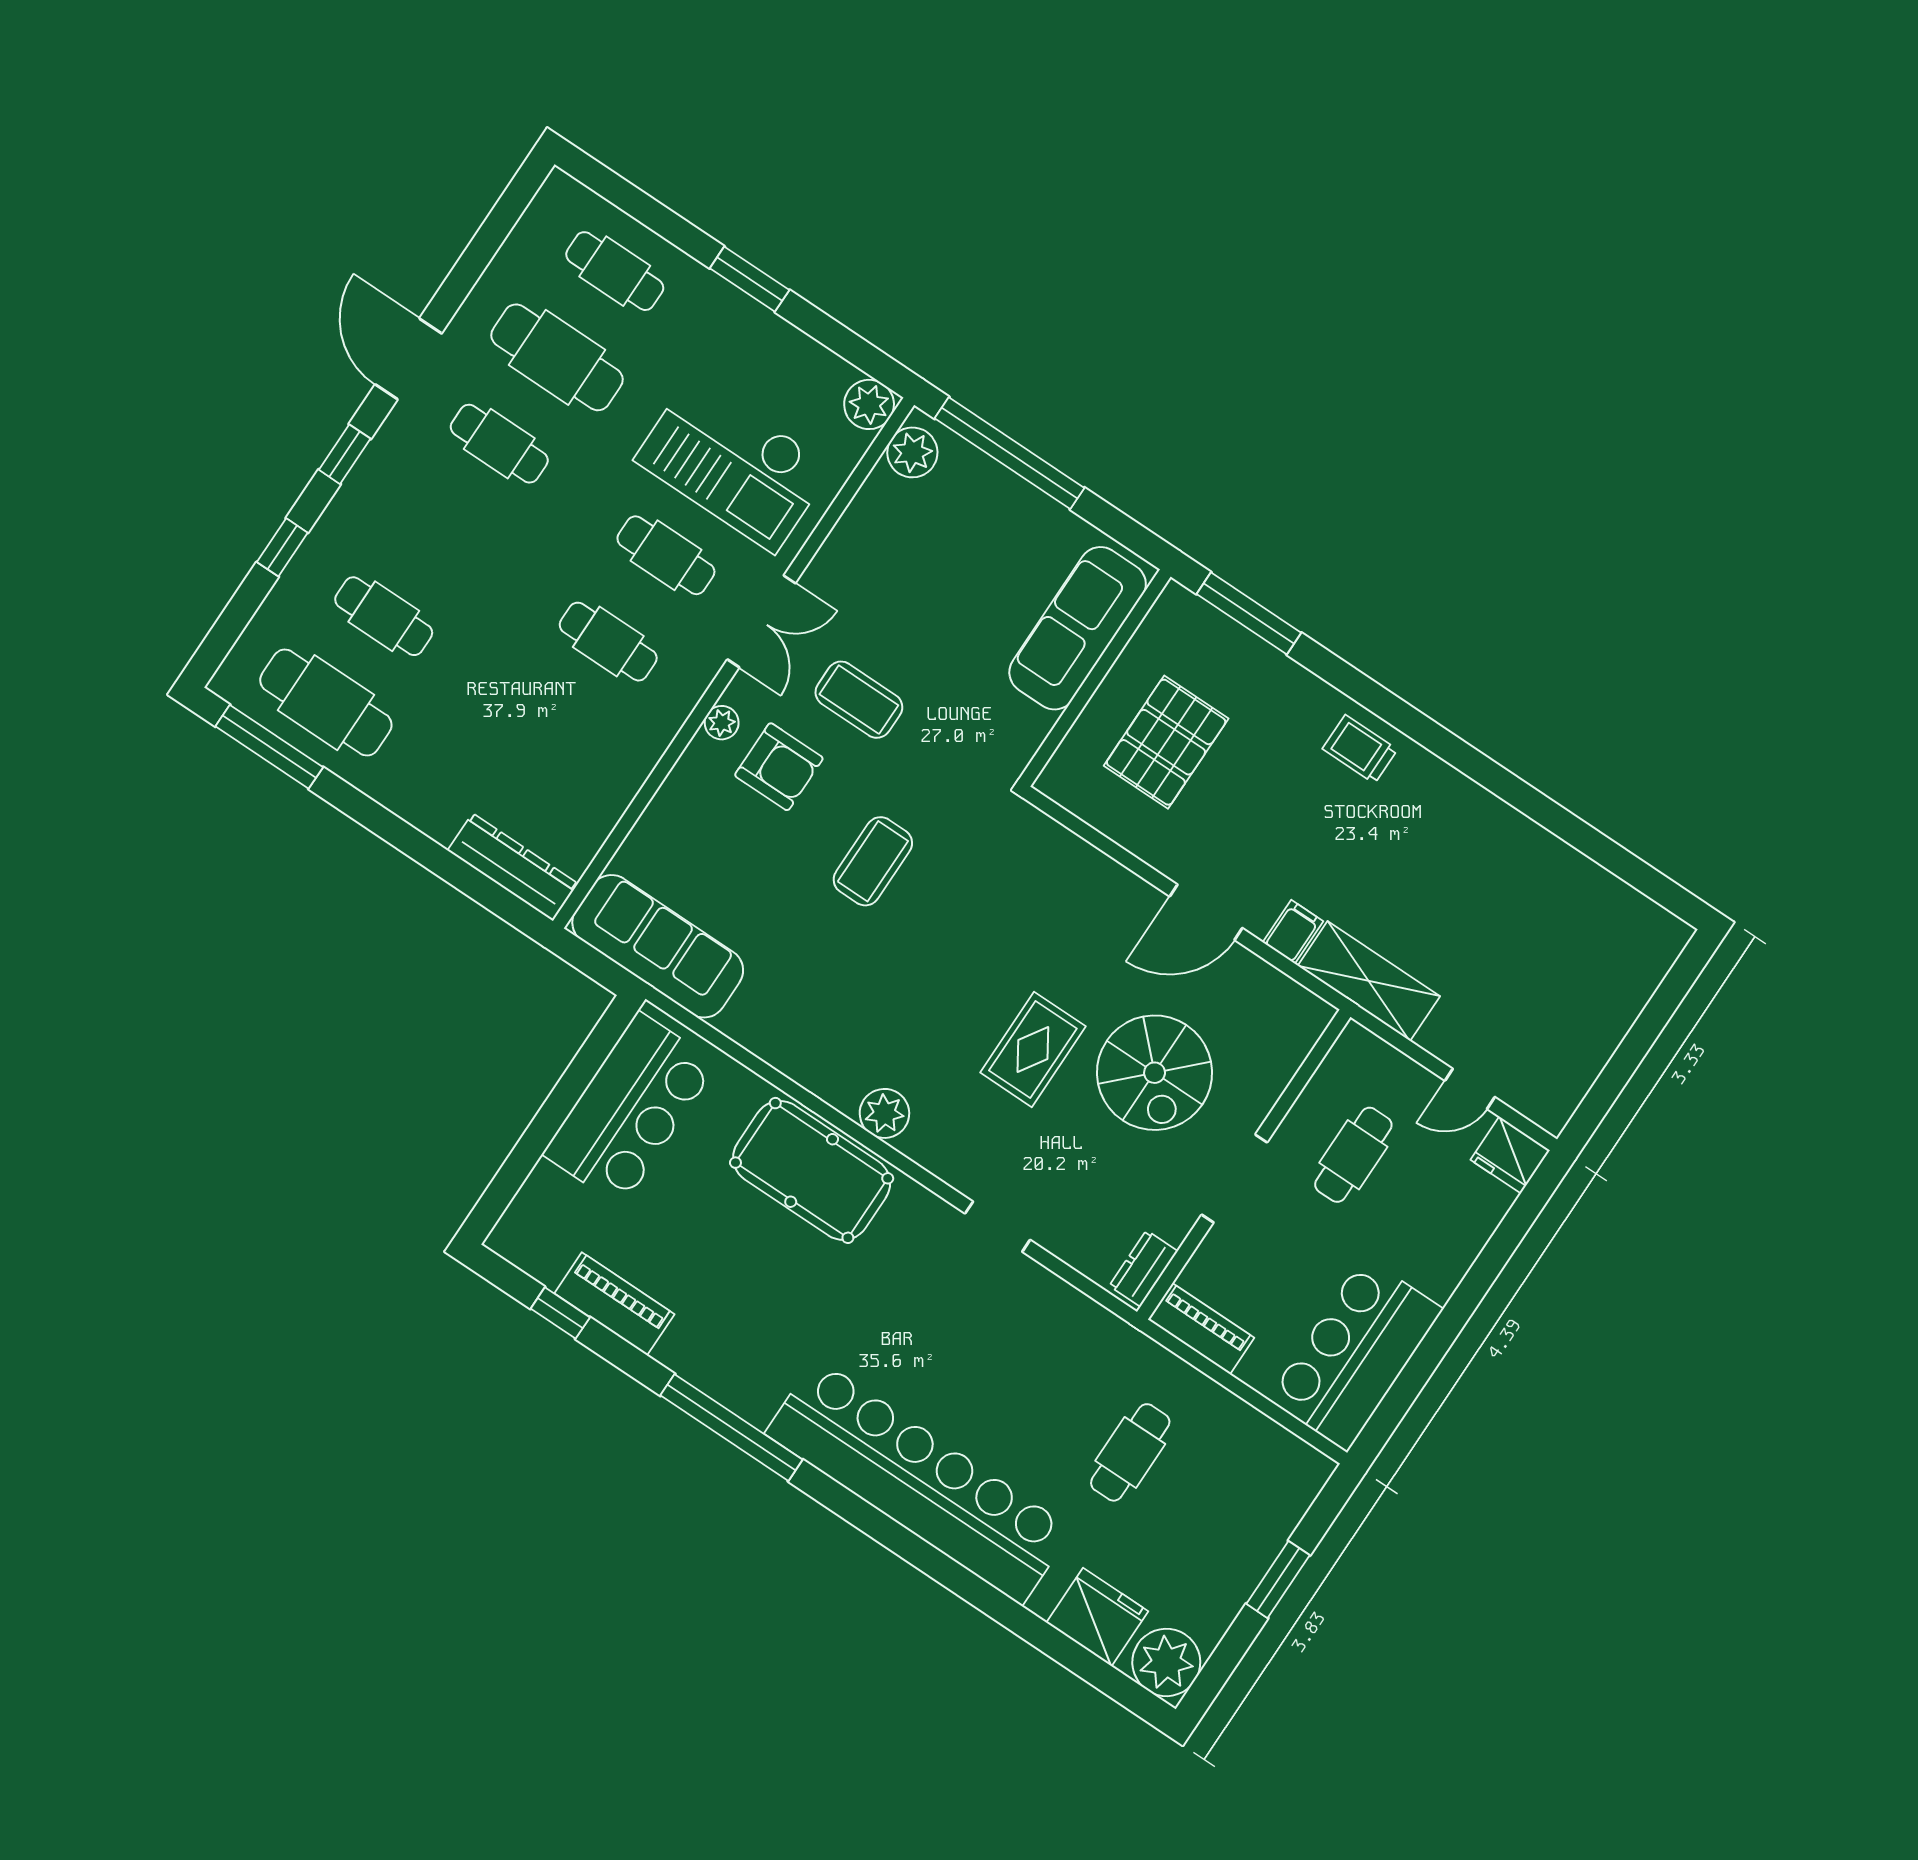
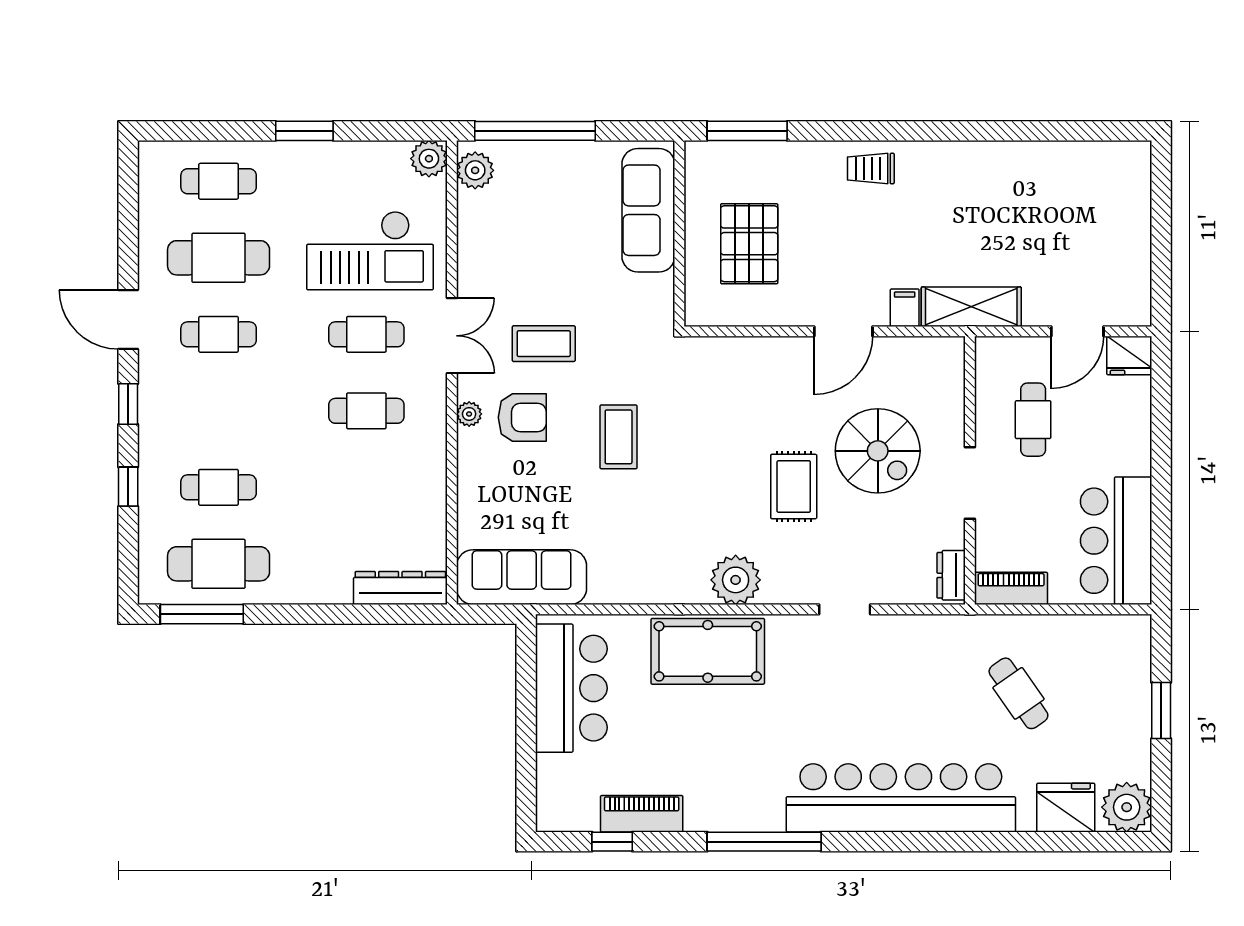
door: (1470, 1089) -> (1077, 331), width x1.38
plant: (884, 1113) -> (736, 580), width x1.36, depth x1.36
cafe table: (1130, 1452) -> (1018, 693), turned -35

